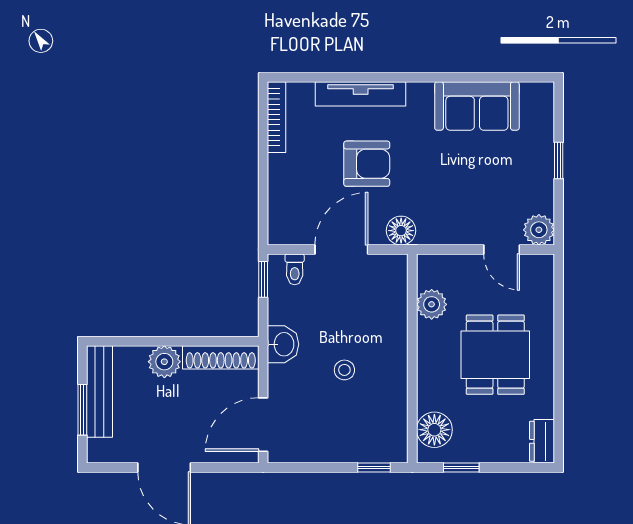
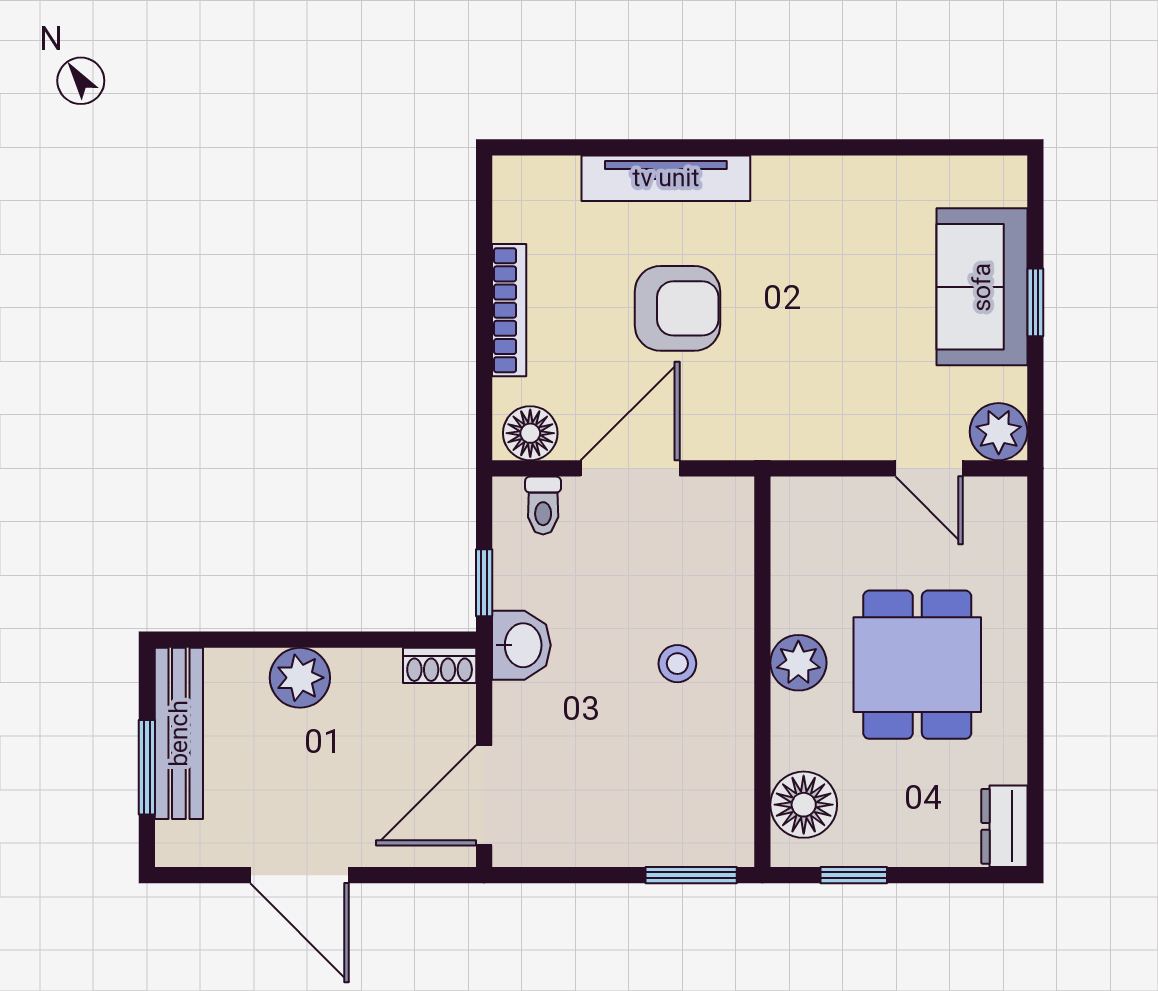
sofa: (477, 106) -> (982, 287), moved, turned 90
bookcase: (276, 117) -> (509, 310), moved
floor lamp: (401, 231) -> (530, 433), moved
window: (263, 279) -> (484, 583), moved
plant: (432, 304) -> (798, 663), moved
shoe rack: (221, 357) -> (440, 665), width x0.51, depth x0.81
stool: (344, 370) -> (677, 664), moved
window: (374, 468) -> (691, 875), width x1.50

